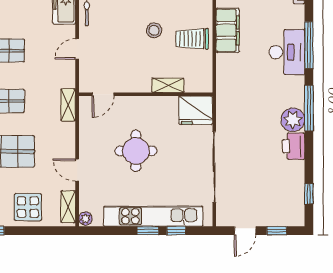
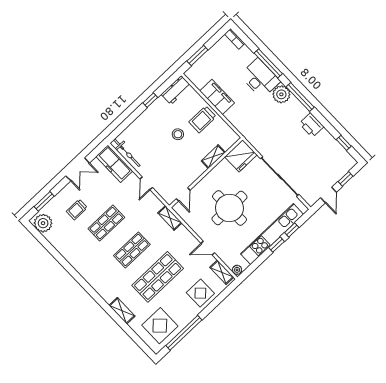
plant: (293, 120) -> (281, 94), moved
round table: (136, 151) -> (229, 208), width x1.36, depth x1.36

